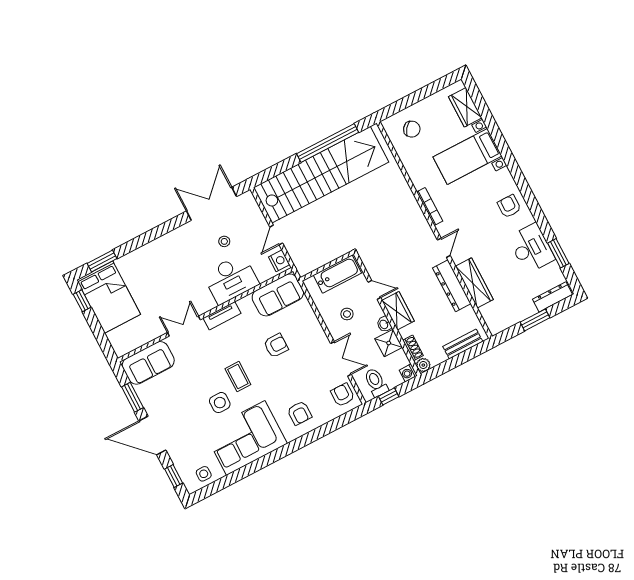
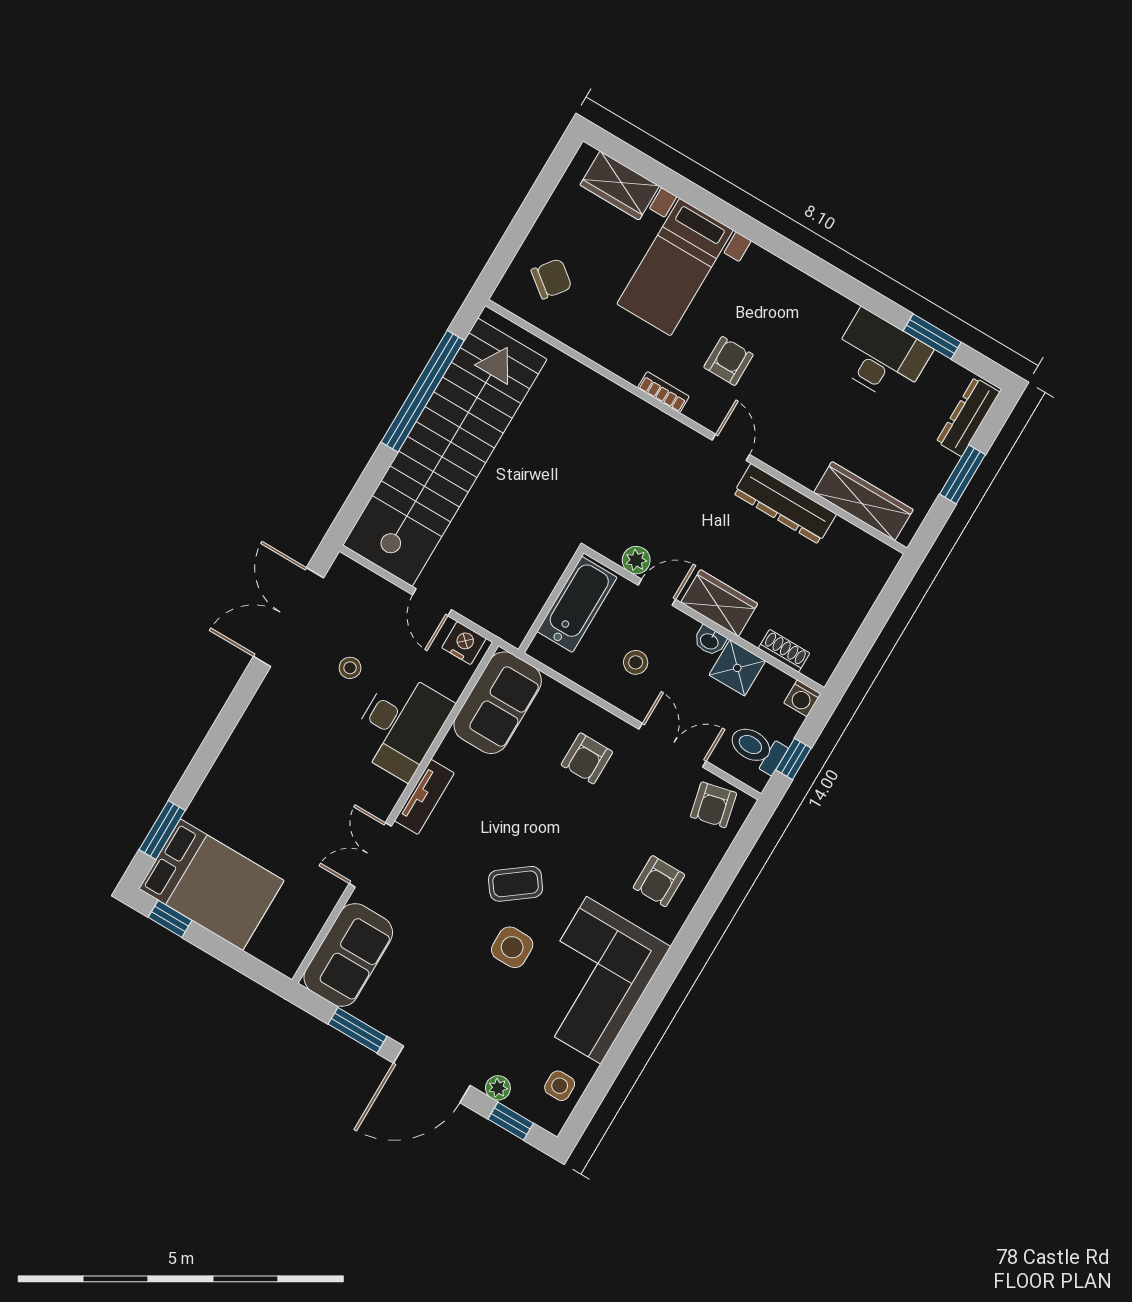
armchair: (509, 206) -> (729, 361), moved, turned 90
bookcase: (430, 207) -> (663, 392), width x0.64
wardrobe: (474, 283) -> (863, 501), moved
bench: (463, 344) -> (865, 592), removed
armchair: (276, 345) -> (587, 758), moved, turned 180
plant: (423, 365) -> (636, 560), moved
coffee table: (238, 377) -> (516, 884), turned -37
armchair: (343, 395) -> (714, 805), turned -103
armchair: (299, 413) -> (659, 881), turned 90
plant: (177, 459) -> (498, 1088), added

